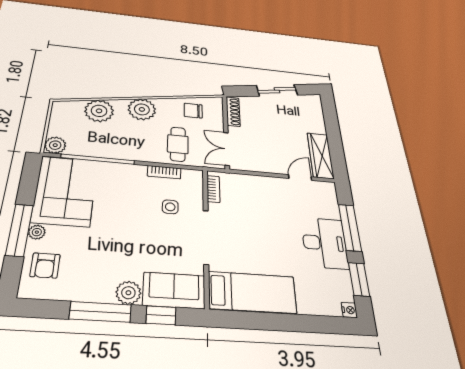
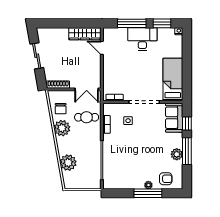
plant: (142, 109) -> (62, 128), moved
plant: (55, 145) -> (95, 183), removed
corner sofa: (65, 191) -> (123, 175), removed
plant: (128, 293) -> (177, 154), moved

